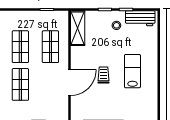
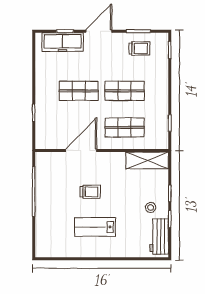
lab bench: (132, 71) -> (95, 227), turned 180
door: (70, 83) -> (81, 151), swing flipped

